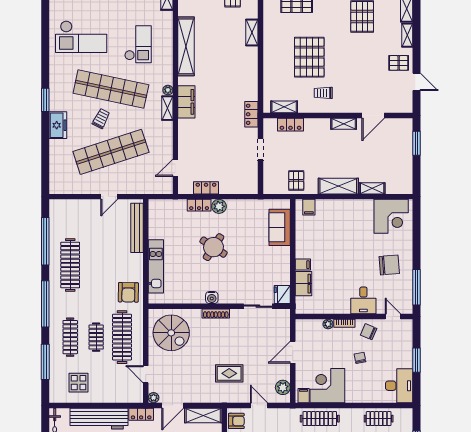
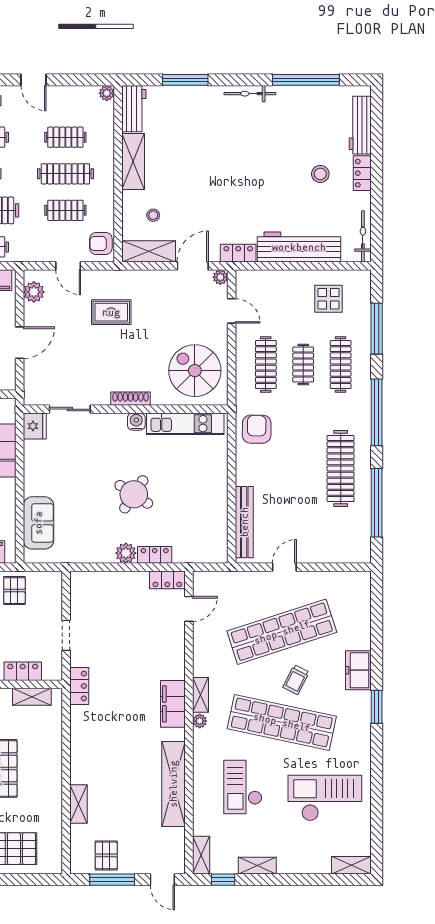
locker: (206, 188) -> (167, 580), moved
kitchen unit: (156, 266) -> (185, 424), moved, turned -90
clothes rail: (122, 337) -> (266, 365), width x0.73, depth x0.76

